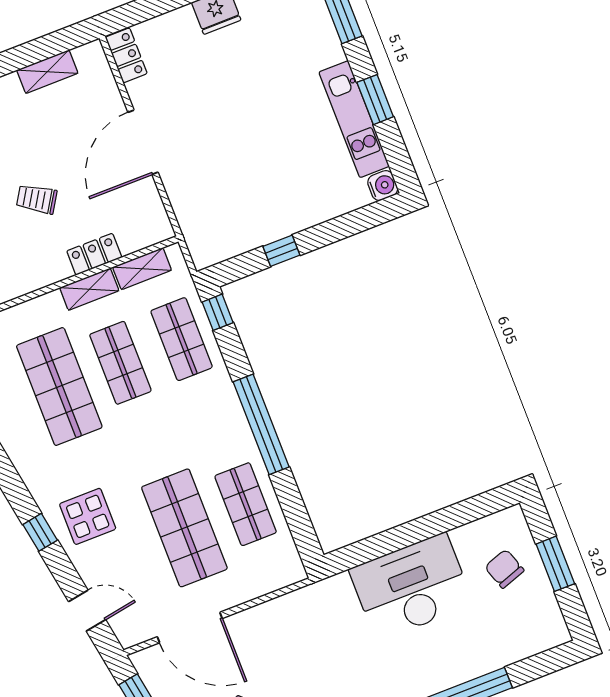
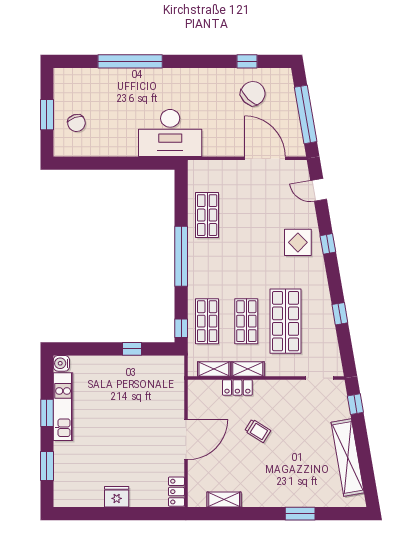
shop shelf: (184, 528) -> (246, 215), removed
desk: (411, 587) -> (170, 133), moved

